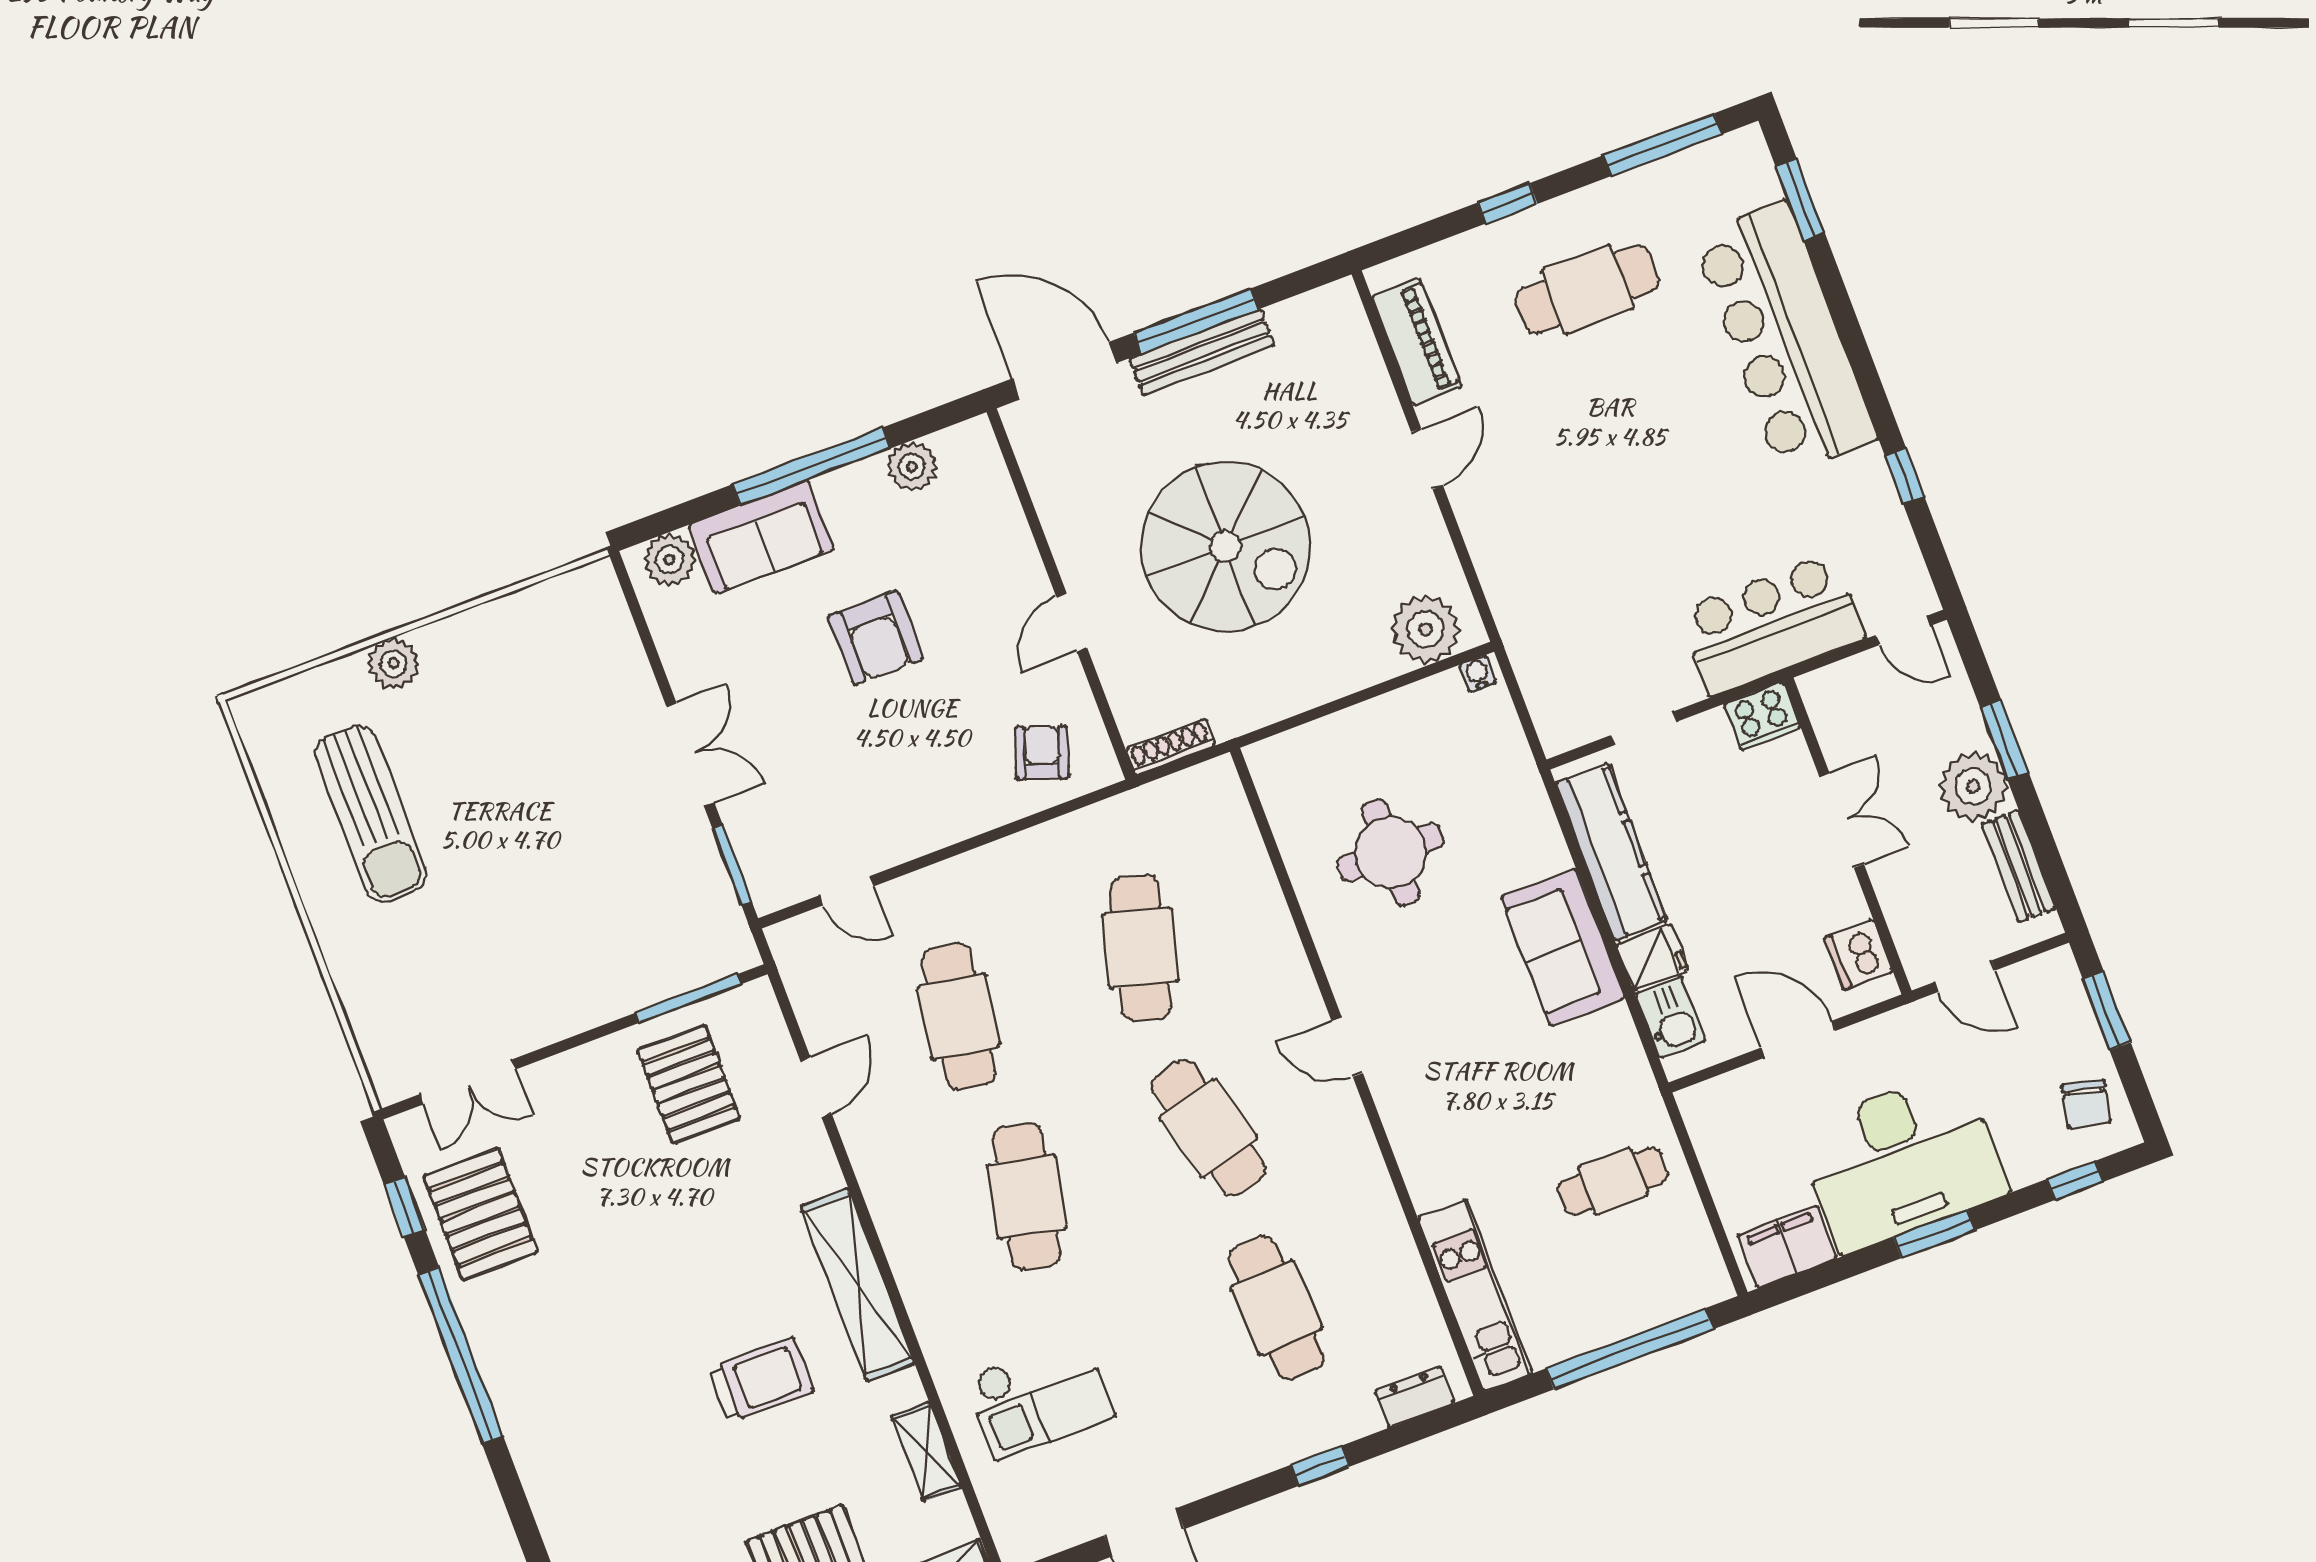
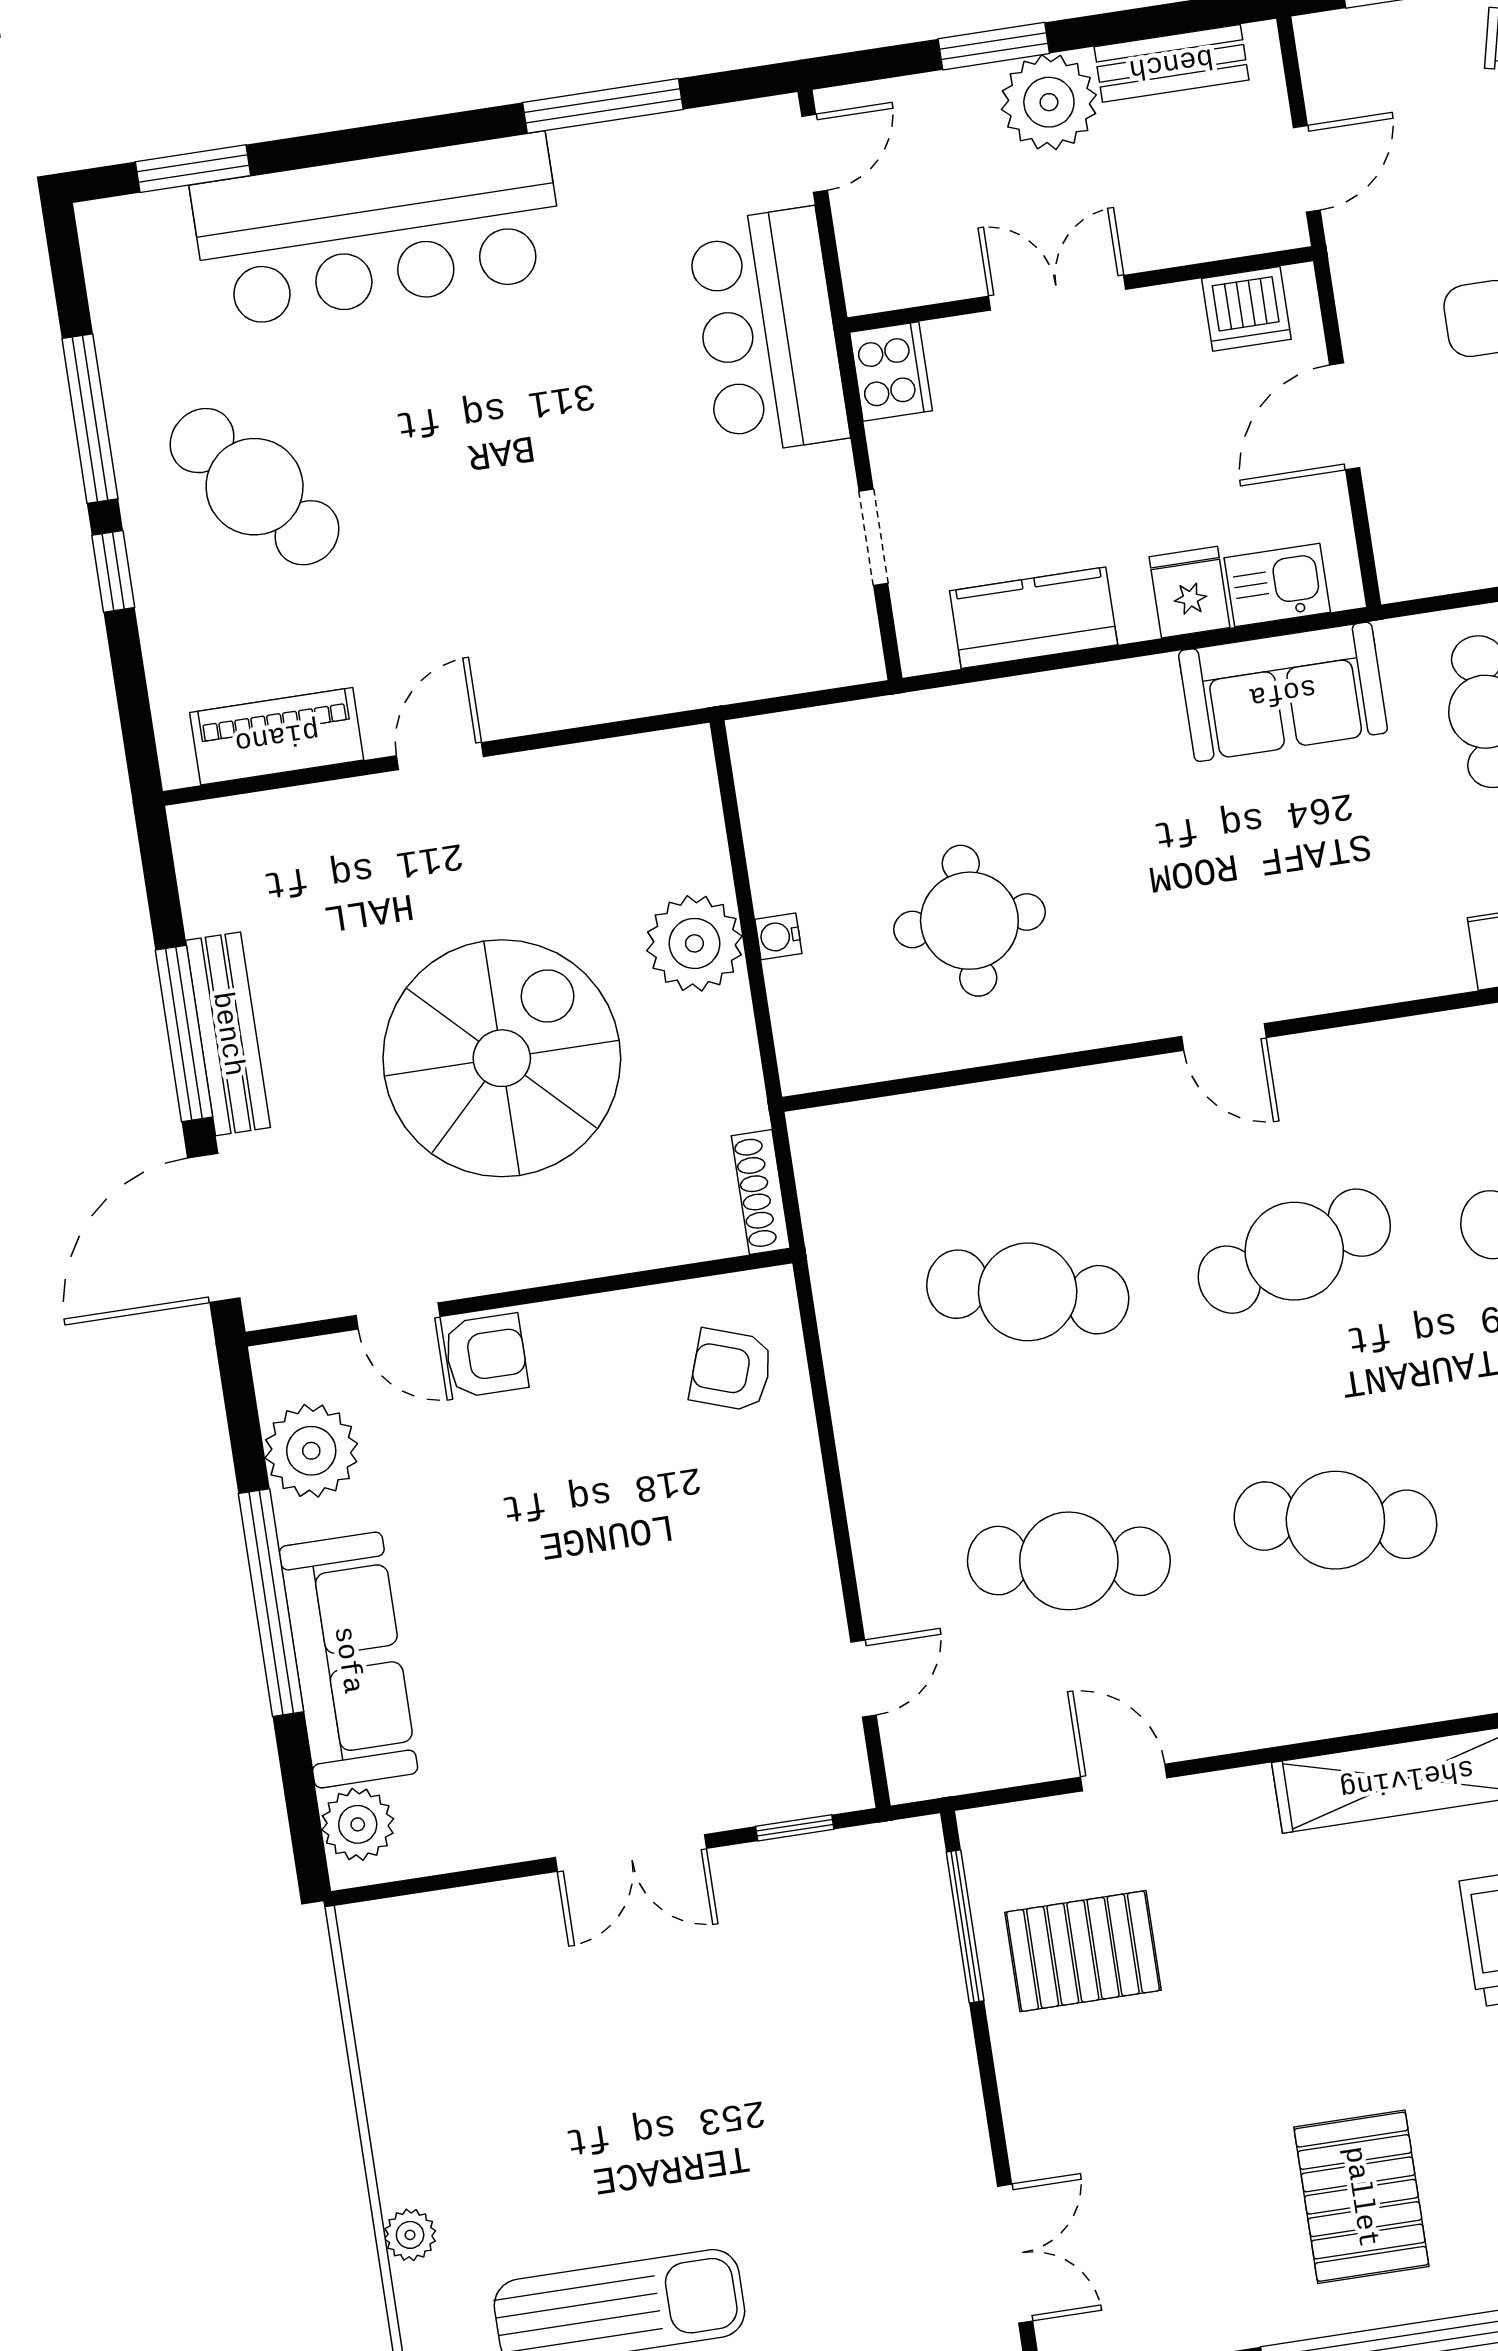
window: (1662, 145) -> (90, 419), moved
cafe table: (1587, 289) -> (255, 487), turned -40
door: (1427, 459) -> (440, 756), hinge flipped
plant: (912, 467) -> (311, 1451), width x1.36, depth x1.36
window: (1905, 476) -> (603, 106), width x2.17
sofa: (761, 537) -> (348, 1660), width x1.36
door: (1072, 622) -> (398, 1316), moved
plant: (1426, 629) -> (694, 943), moved
armchair: (875, 637) -> (486, 1356), moved, width x0.72, depth x0.72
plant: (394, 663) -> (410, 2235), width x0.73, depth x0.73
water cooler: (1477, 674) -> (778, 936), moved
double door: (690, 754) -> (631, 1853), swing flipped
kitchen counter: (1611, 852) -> (1034, 618), width x0.67
window: (732, 865) -> (795, 1828), width x0.67
sofa: (1563, 947) -> (1283, 692), moved
door: (1347, 1047) -> (1224, 1037), hinge flipped
pallet: (481, 1214) -> (1361, 2197), moved, turned 90

